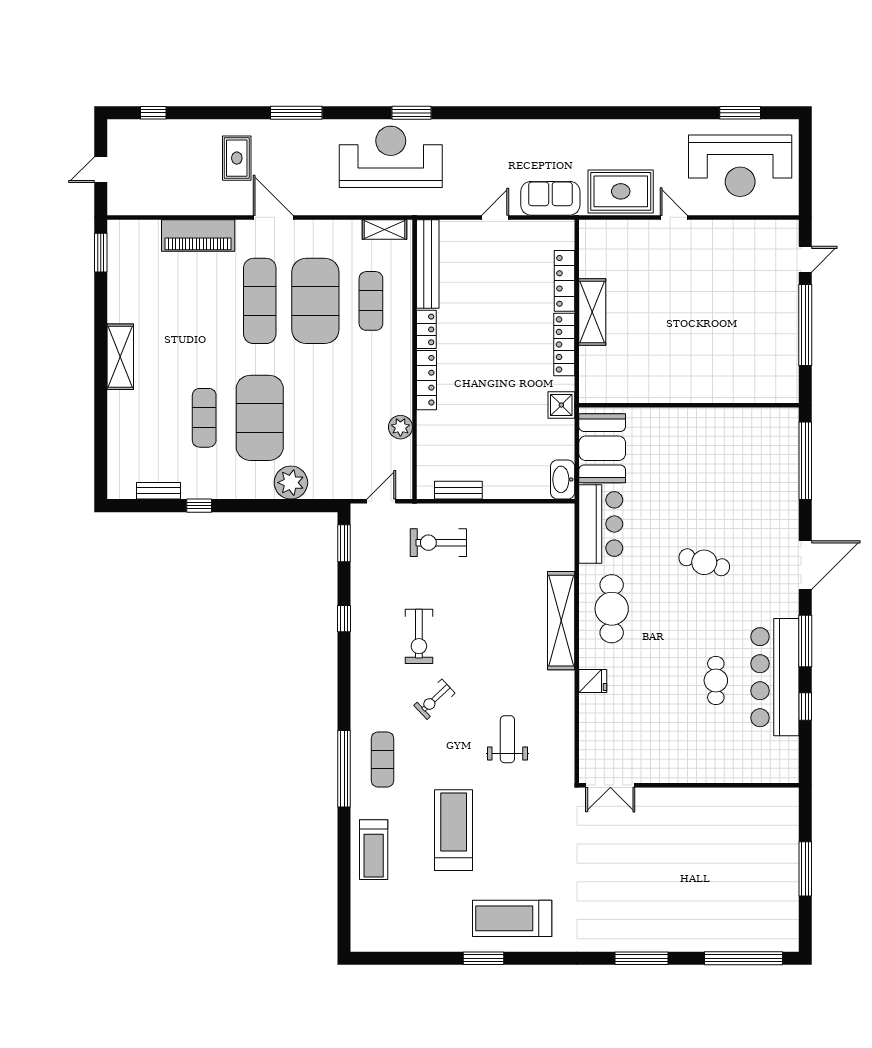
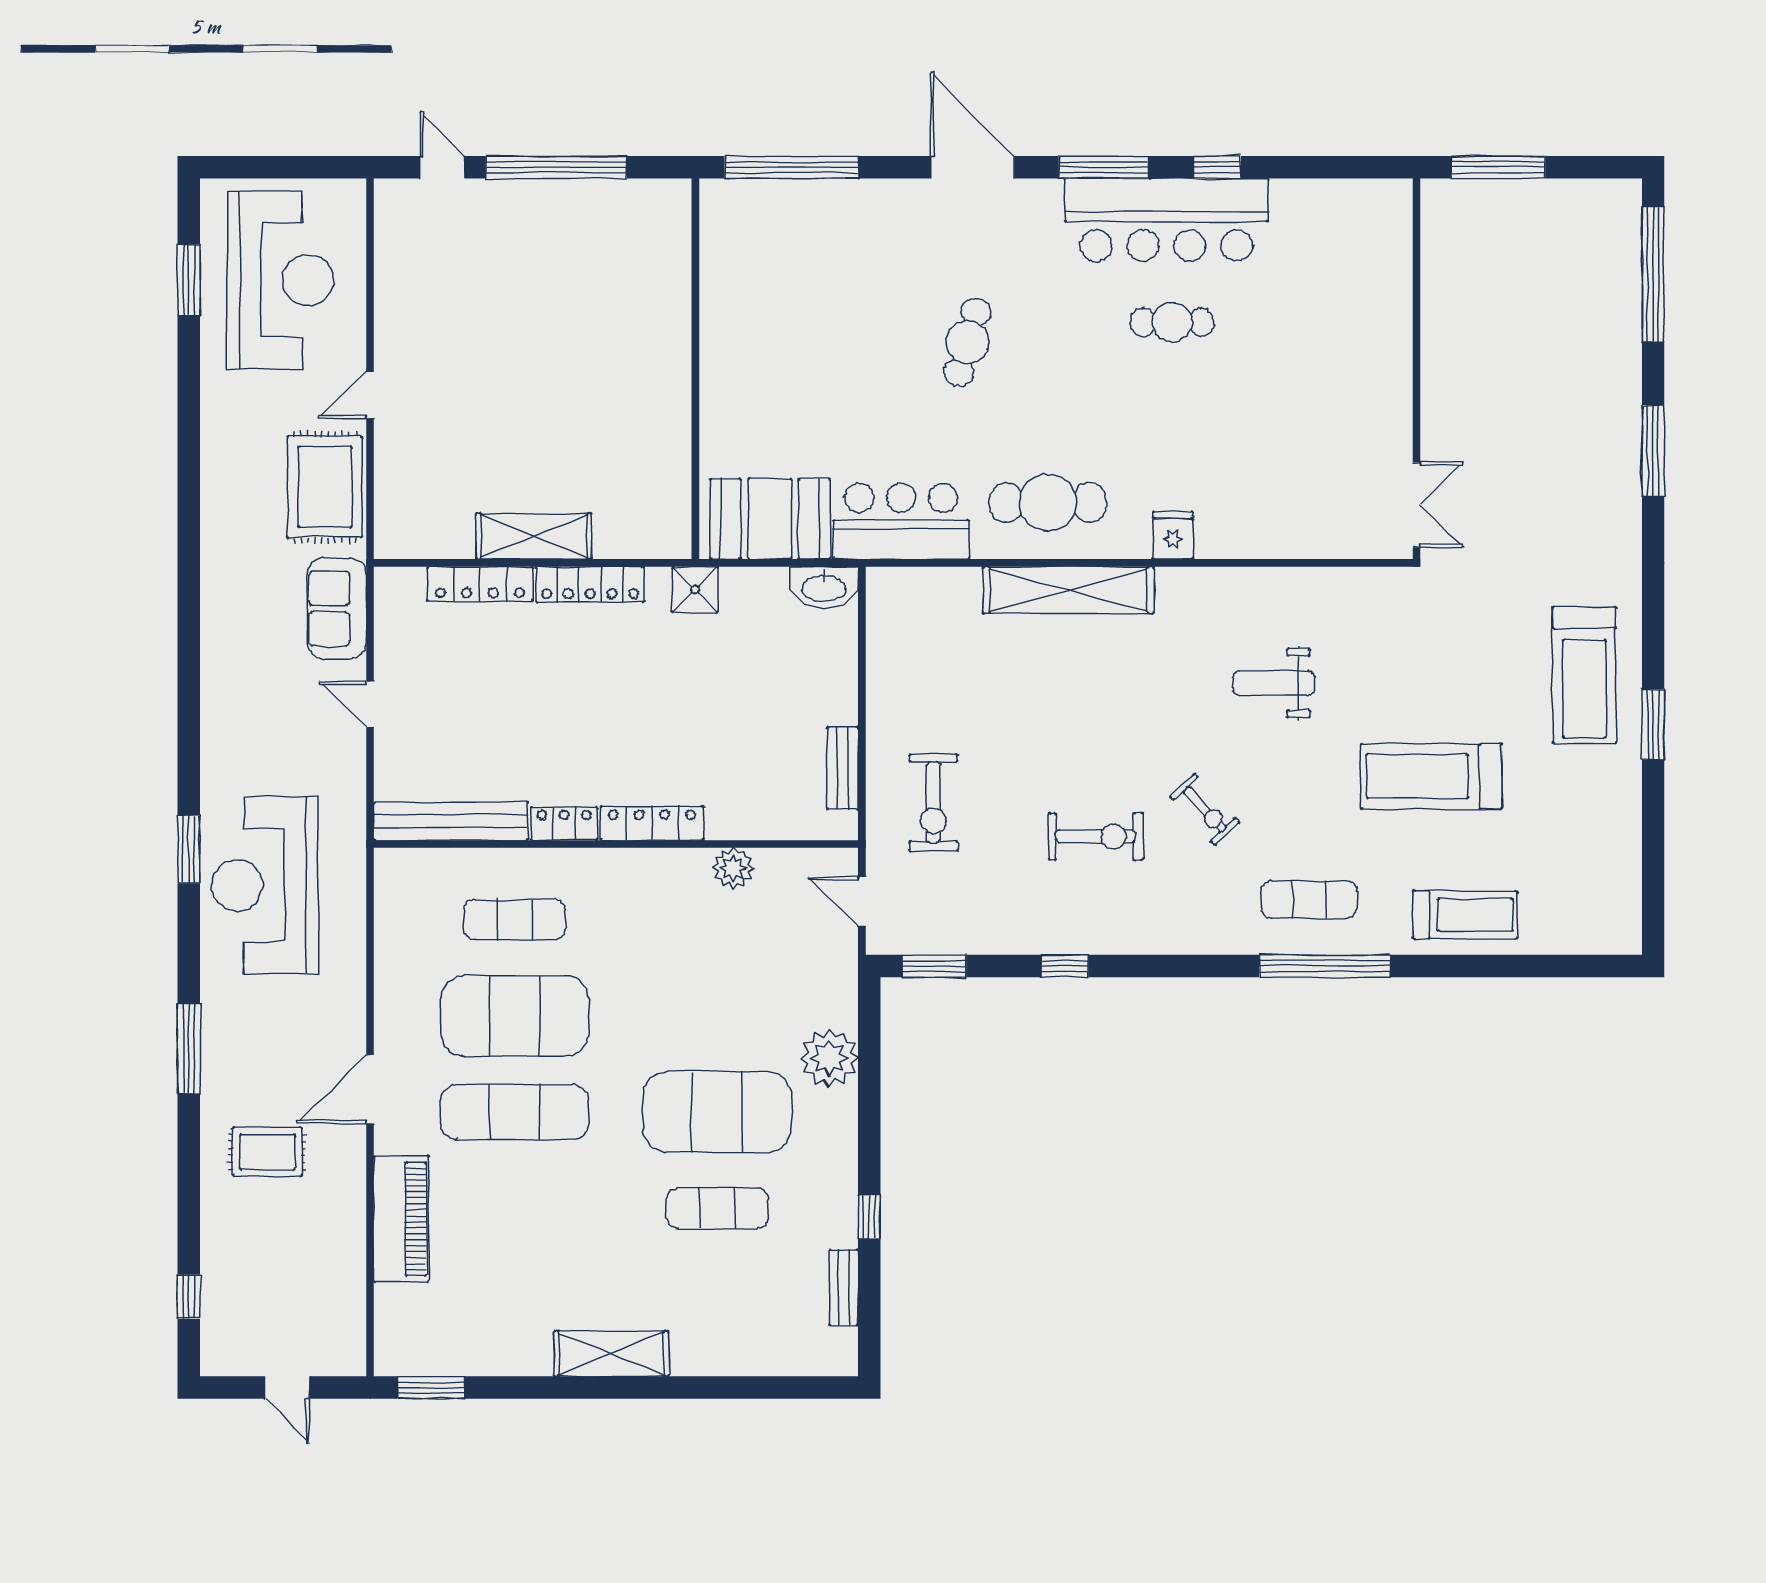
shelving: (384, 230) -> (391, 896), removed
double door: (610, 785) -> (1416, 505), moved
wall: (689, 785) -> (1416, 369), moved

